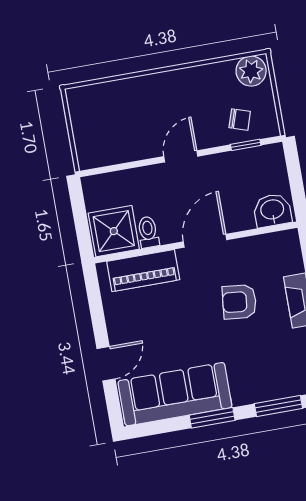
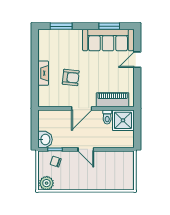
door: (181, 156) -> (86, 149), hinge flipped
washbasin: (272, 210) -> (45, 140), moved, turned -90
window: (212, 418) -> (109, 26), moved

